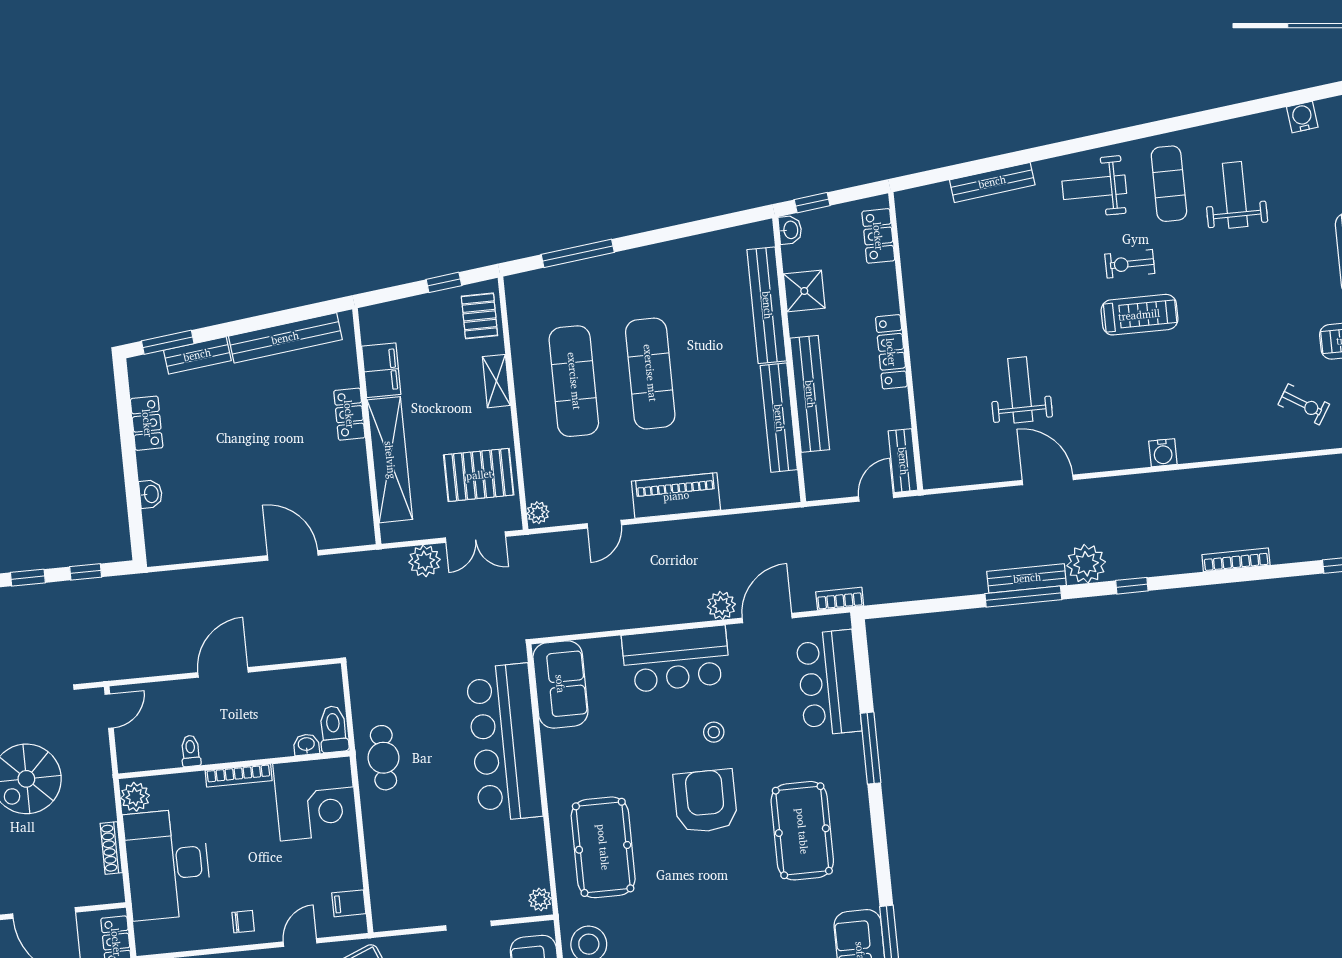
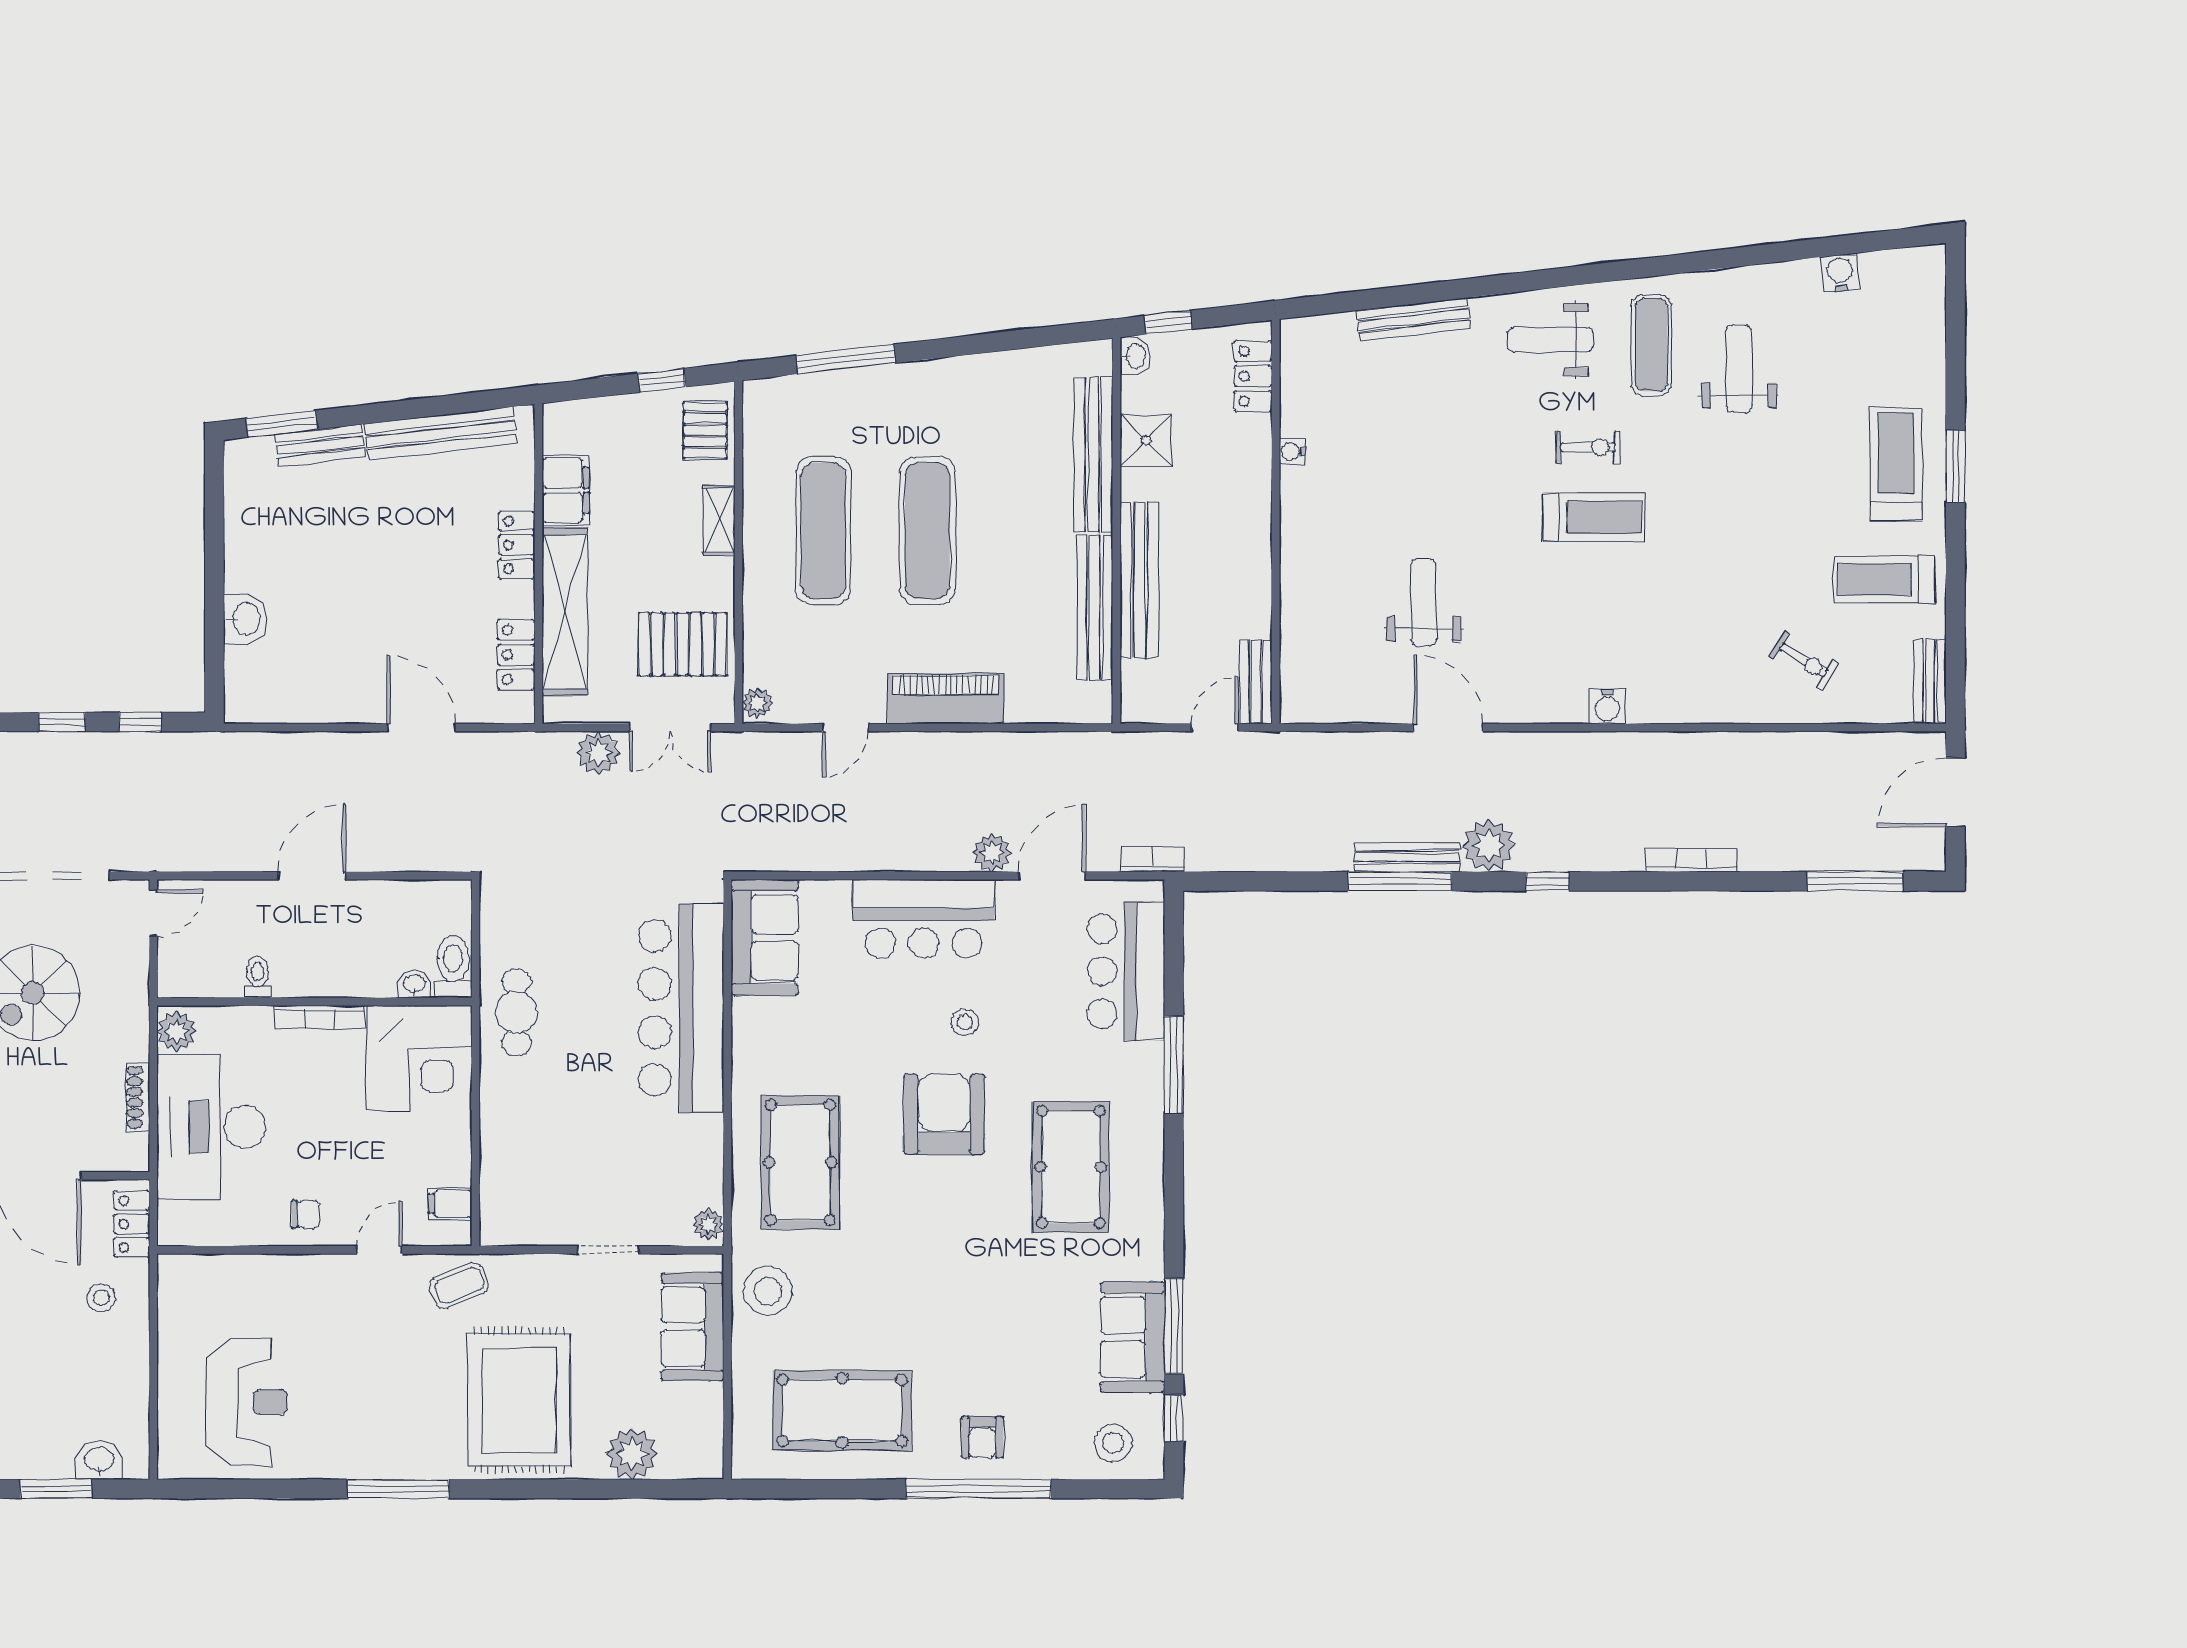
exercise bike: (1130, 264) -> (1588, 447), turned 180
water cooler: (913, 288) -> (1292, 451), added
locker: (891, 352) -> (1255, 534), removed
locker: (147, 423) -> (516, 655), moved, turned 180
washbasin: (151, 494) -> (245, 619), width x1.38, depth x1.45

